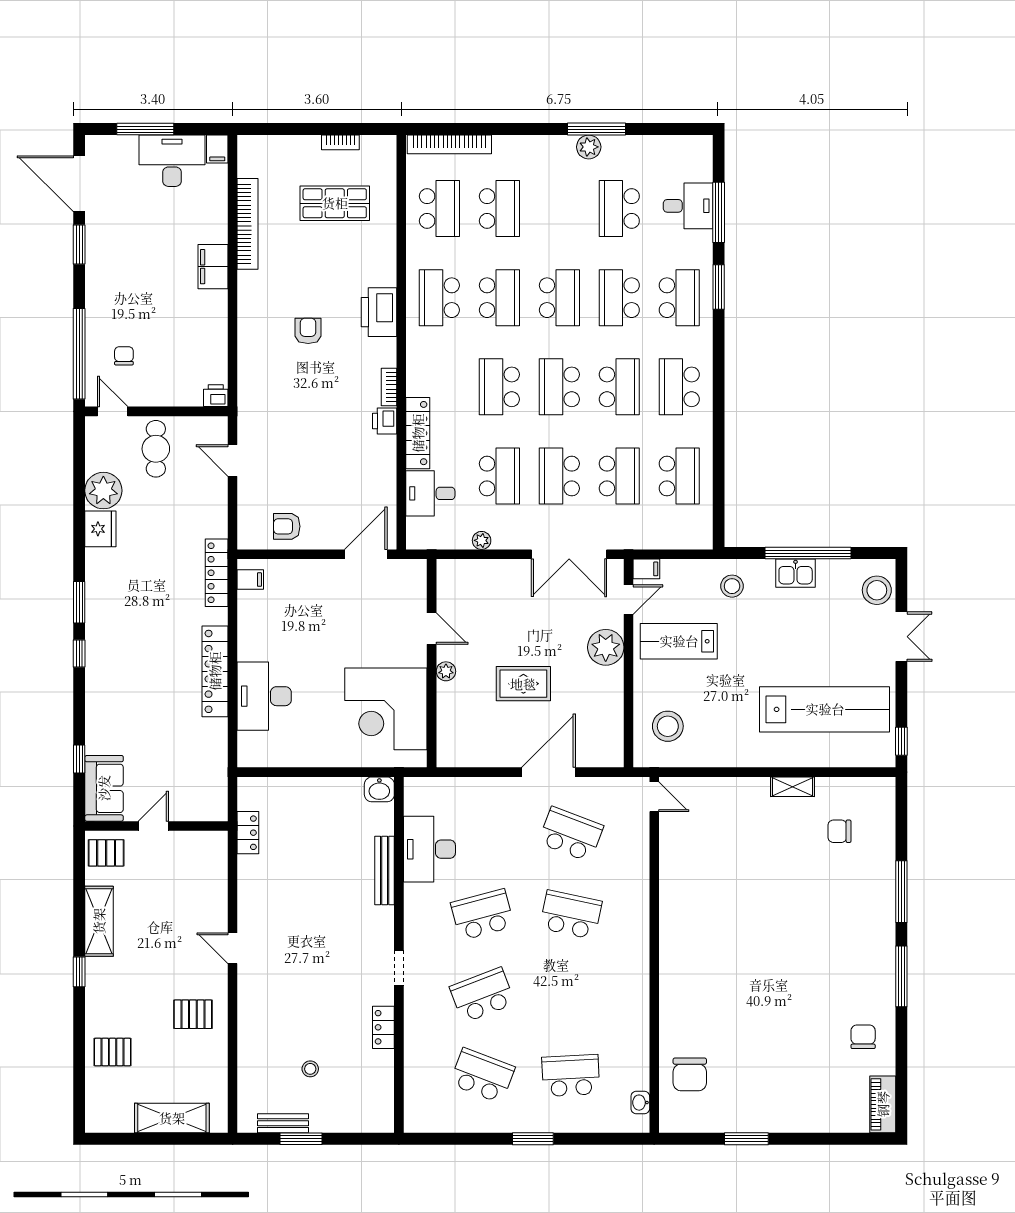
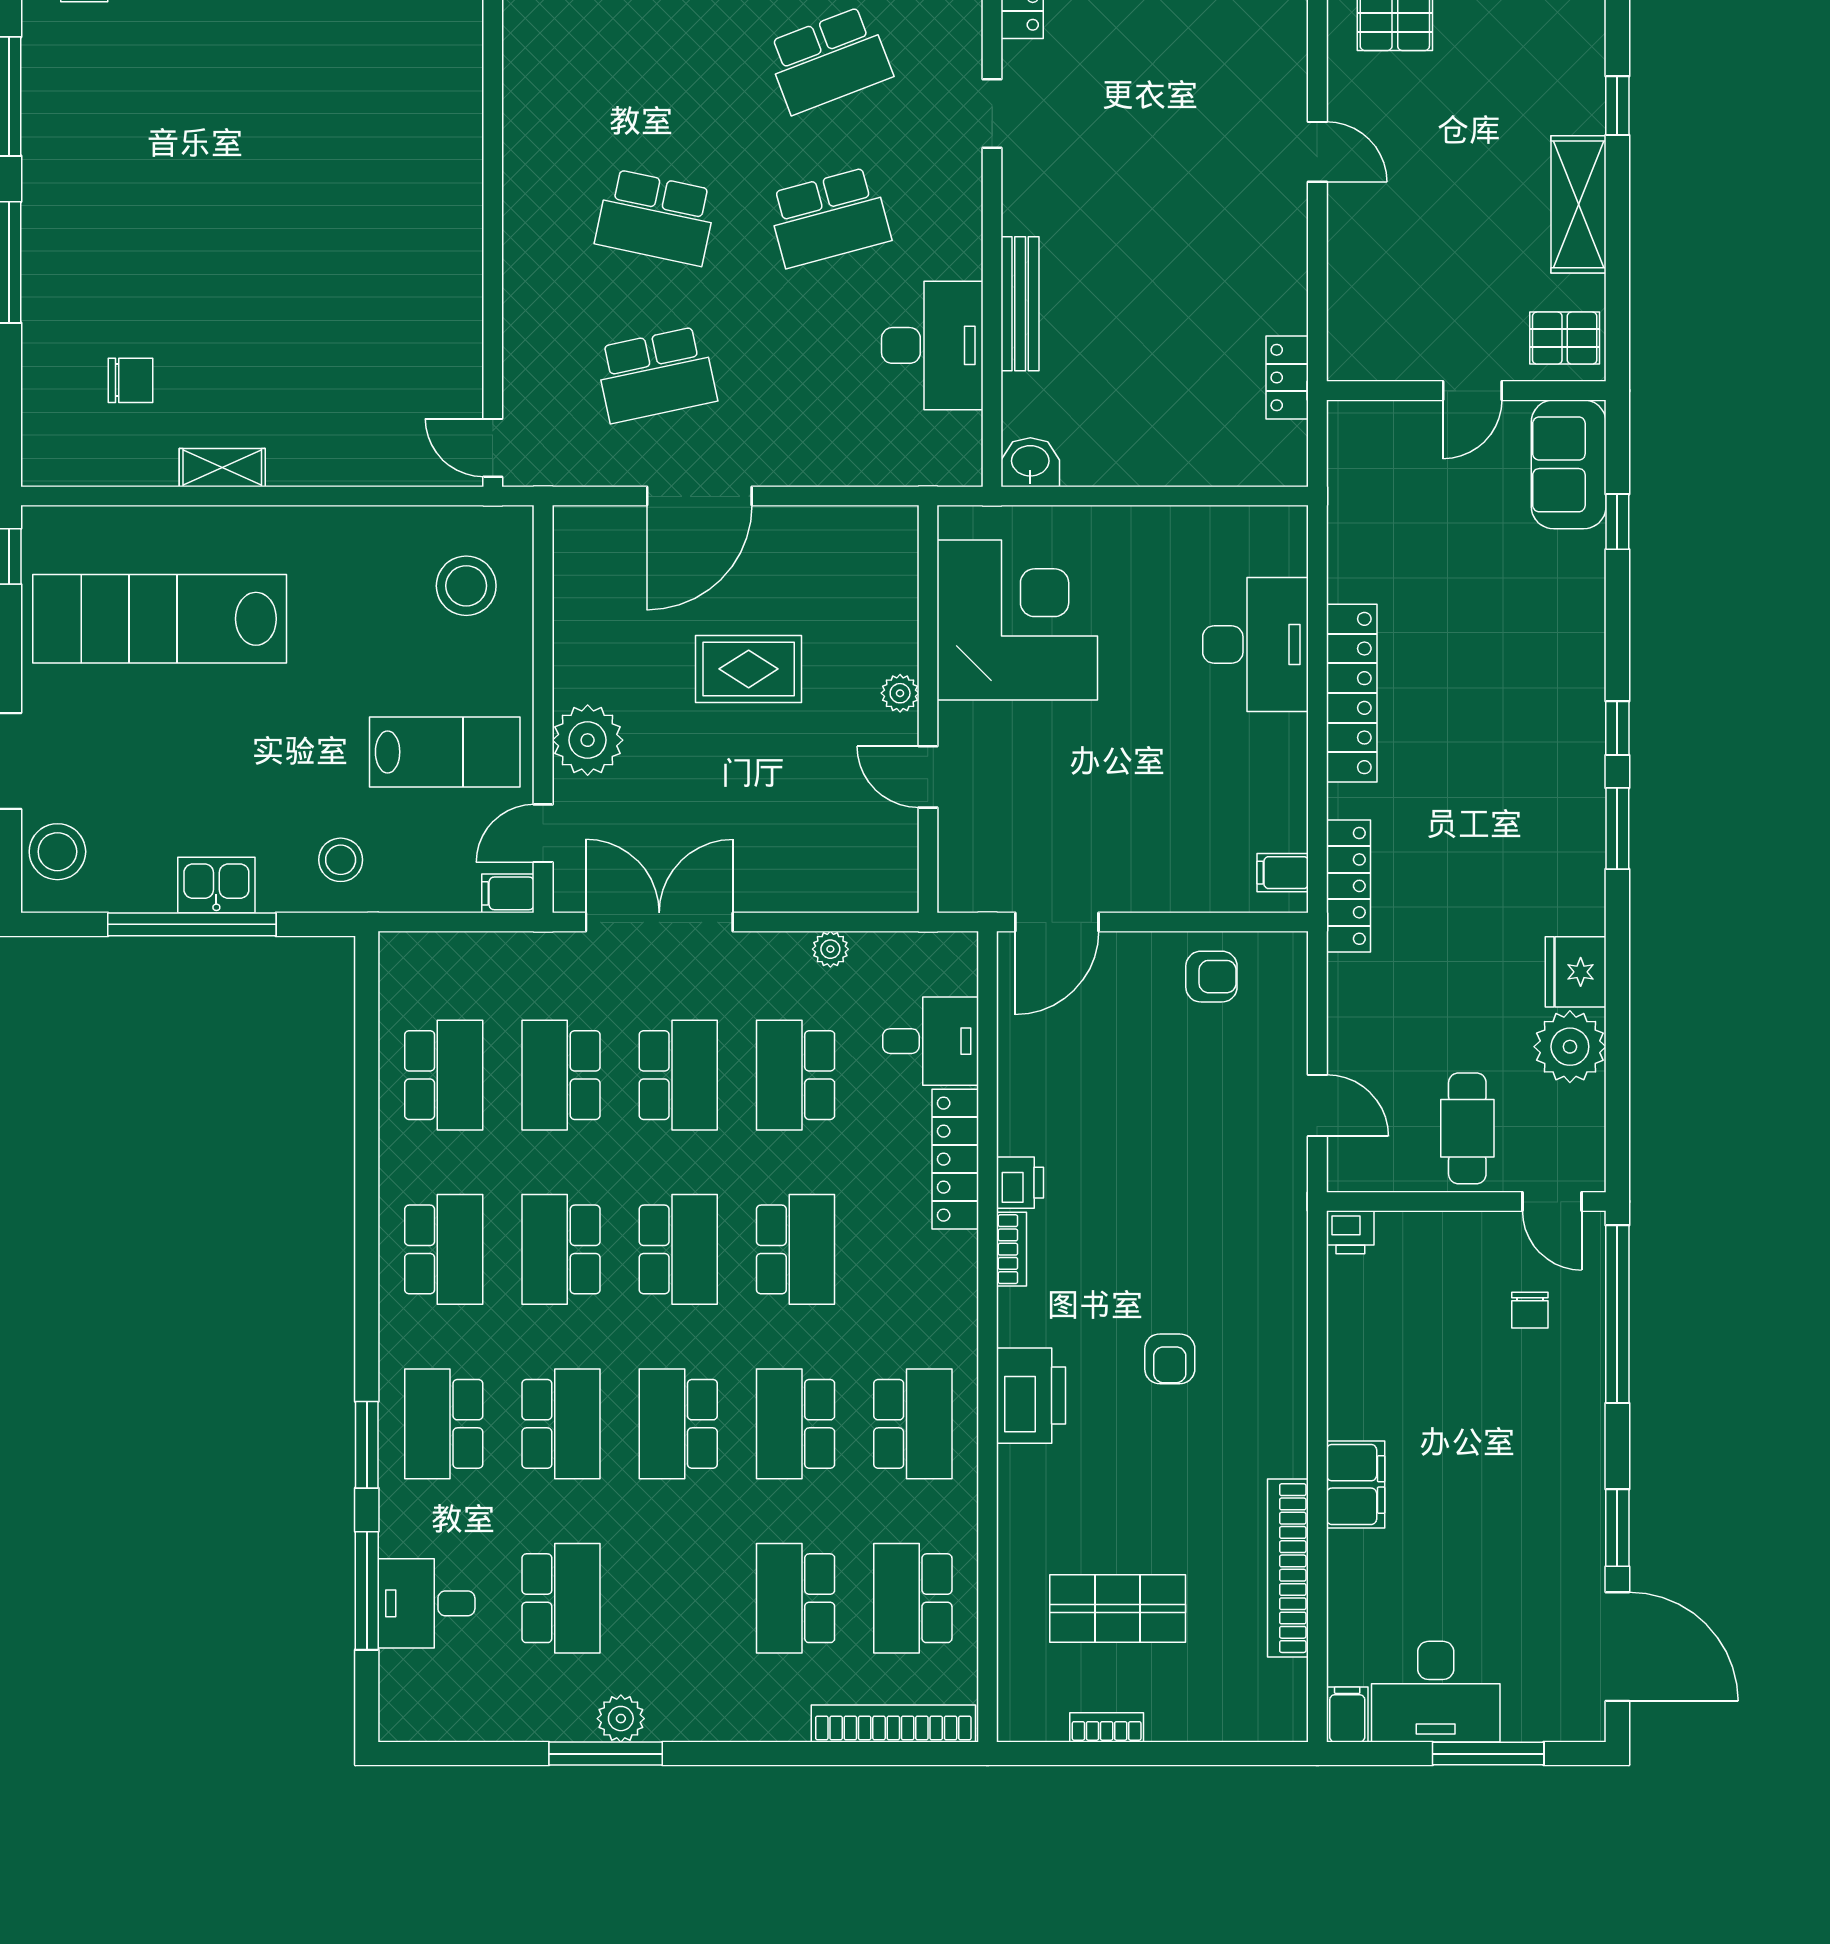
school desk: (679, 476) -> (444, 1075), turned 180
school desk: (571, 834) -> (656, 375), turned -33

